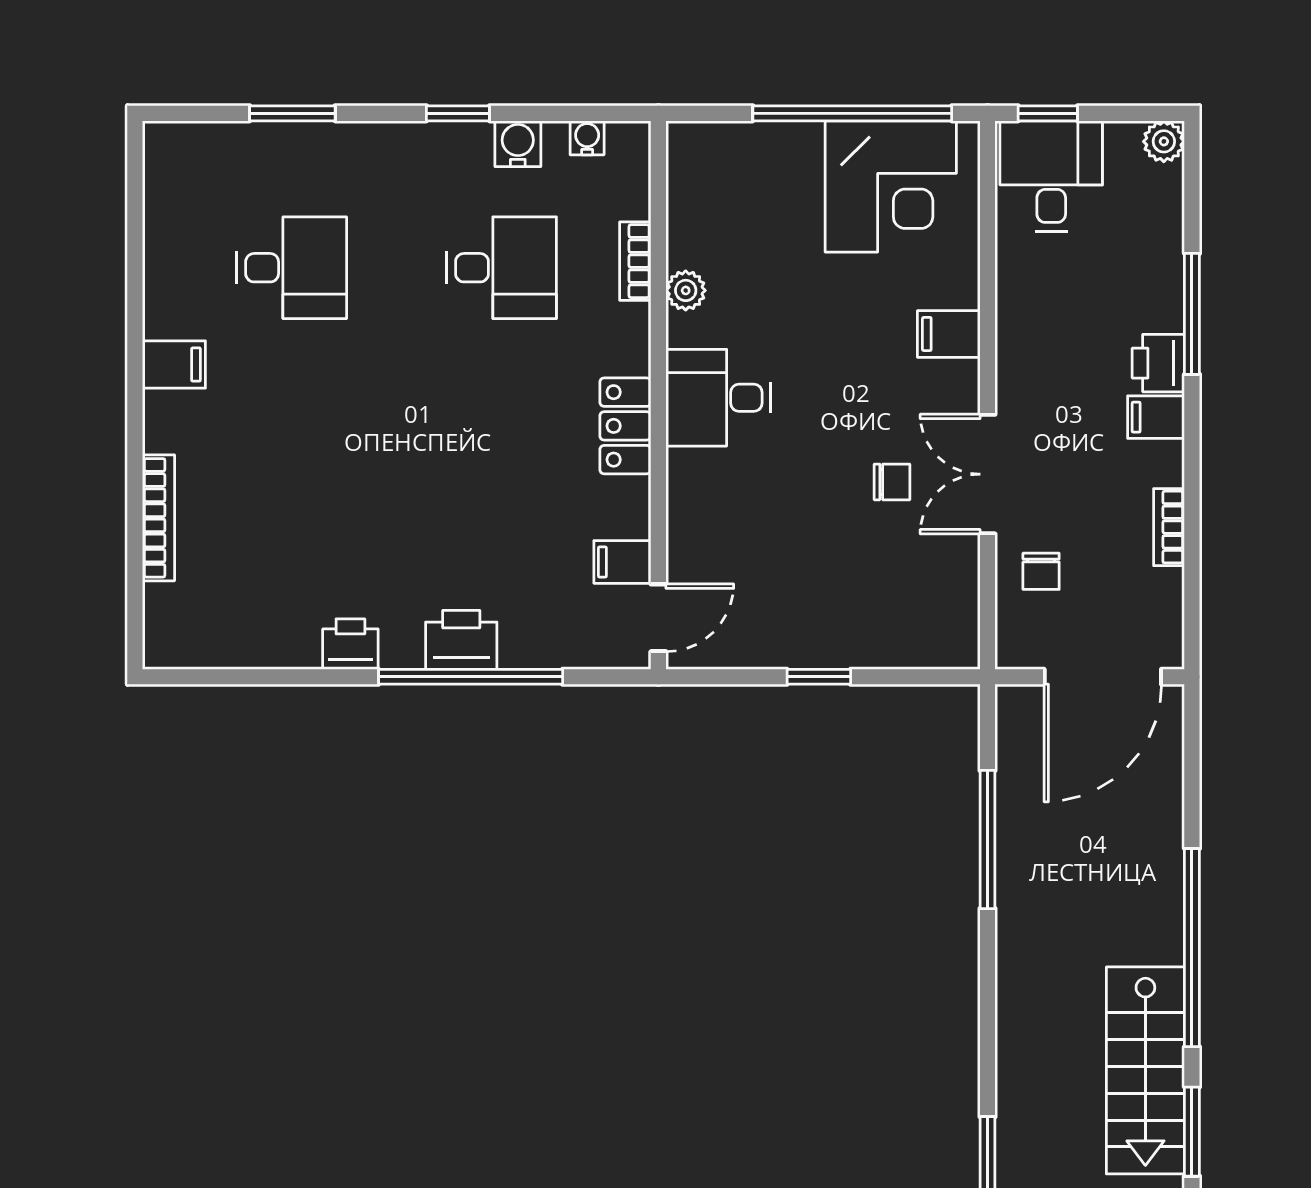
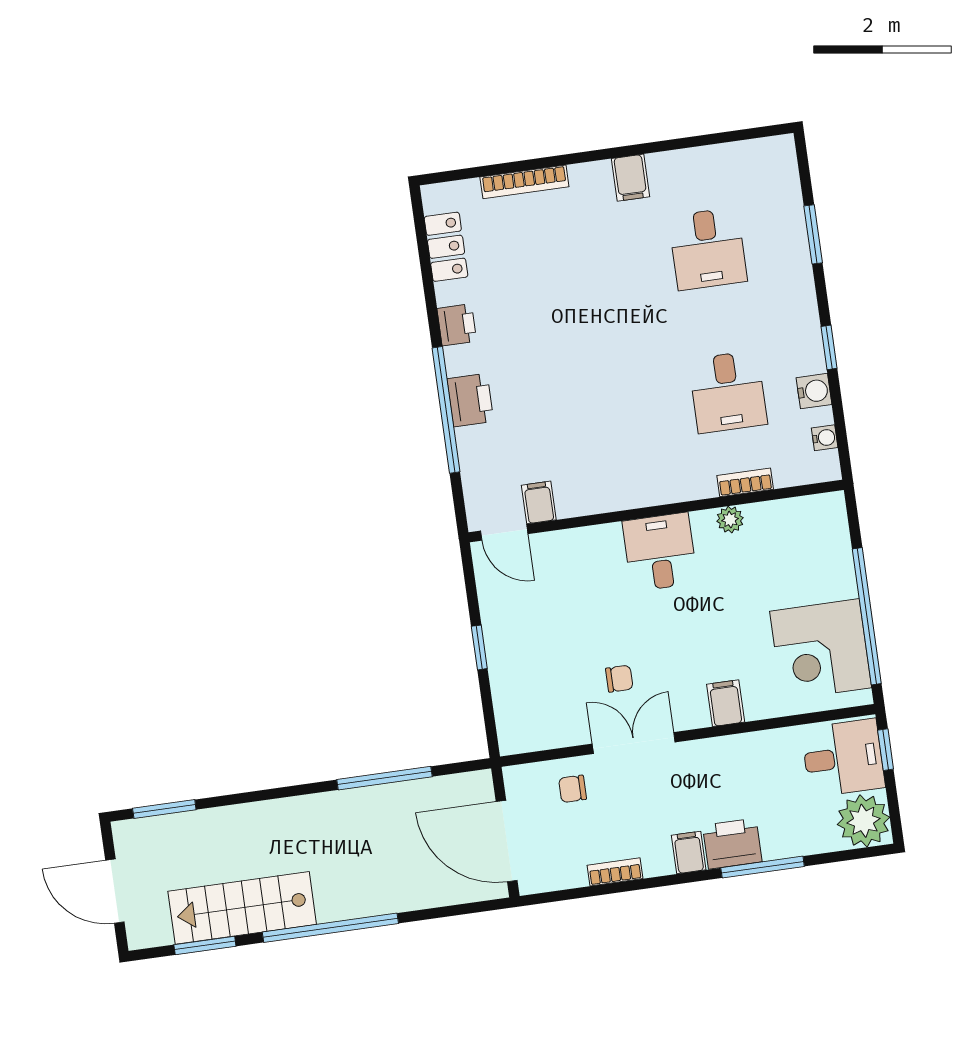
plant: (1164, 141) -> (863, 821), width x1.88, depth x1.88
printer: (1158, 363) -> (732, 844), width x1.36, depth x1.24
locker: (625, 426) -> (446, 247), moved, turned 90
chair: (892, 482) -> (619, 679), turned -90

